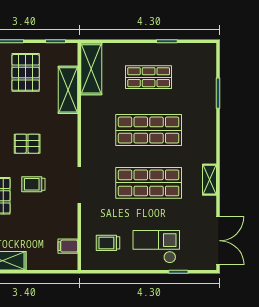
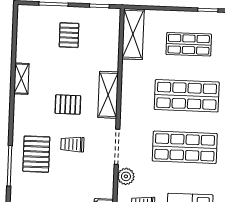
pallet: (26, 72) -> (69, 35), width x0.67, depth x0.71
shelving: (68, 90) -> (108, 95), moved
plant: (89, 215) -> (126, 176), added

